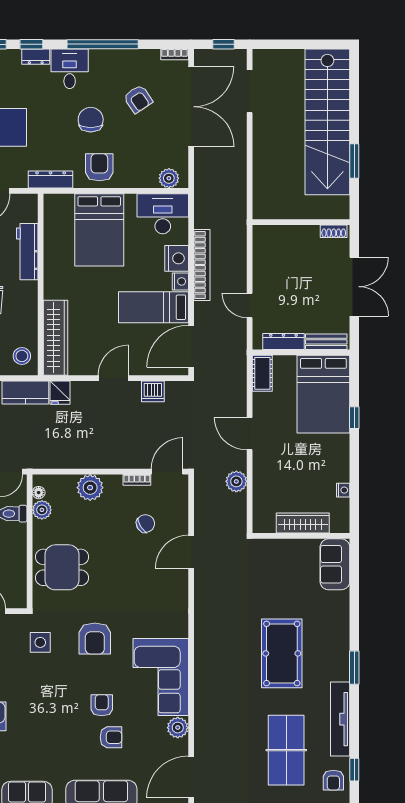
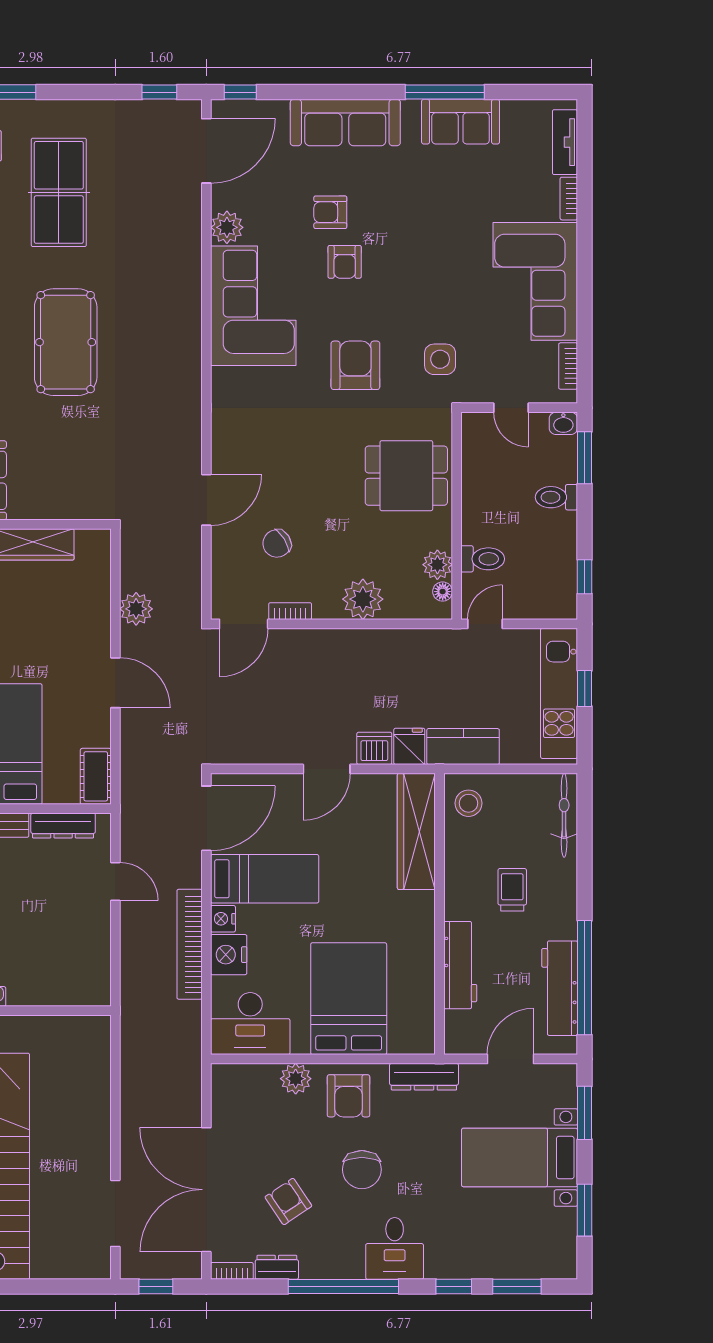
dresser: (36, 57) -> (277, 1267), moved
plant: (169, 178) -> (296, 1079), moved
dishwasher: (153, 391) -> (374, 748), moved

